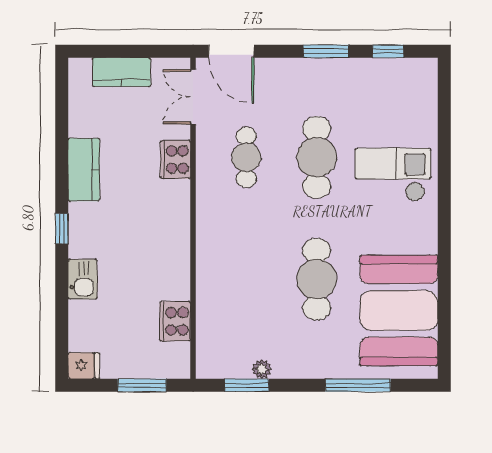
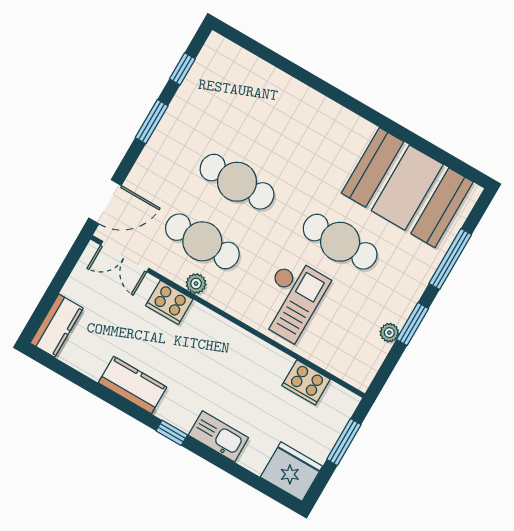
kitchen counter: (121, 72) -> (57, 326), moved
cafe table: (246, 157) -> (202, 241), width x1.37, depth x1.35
plant: (206, 173) -> (196, 284), added
checkout: (393, 175) -> (291, 299), moved, turned 180
kitchen sink: (83, 279) -> (218, 436), width x1.38
fridge: (84, 366) -> (291, 472), width x1.88, depth x1.34
window: (247, 385) -> (413, 324), moved

